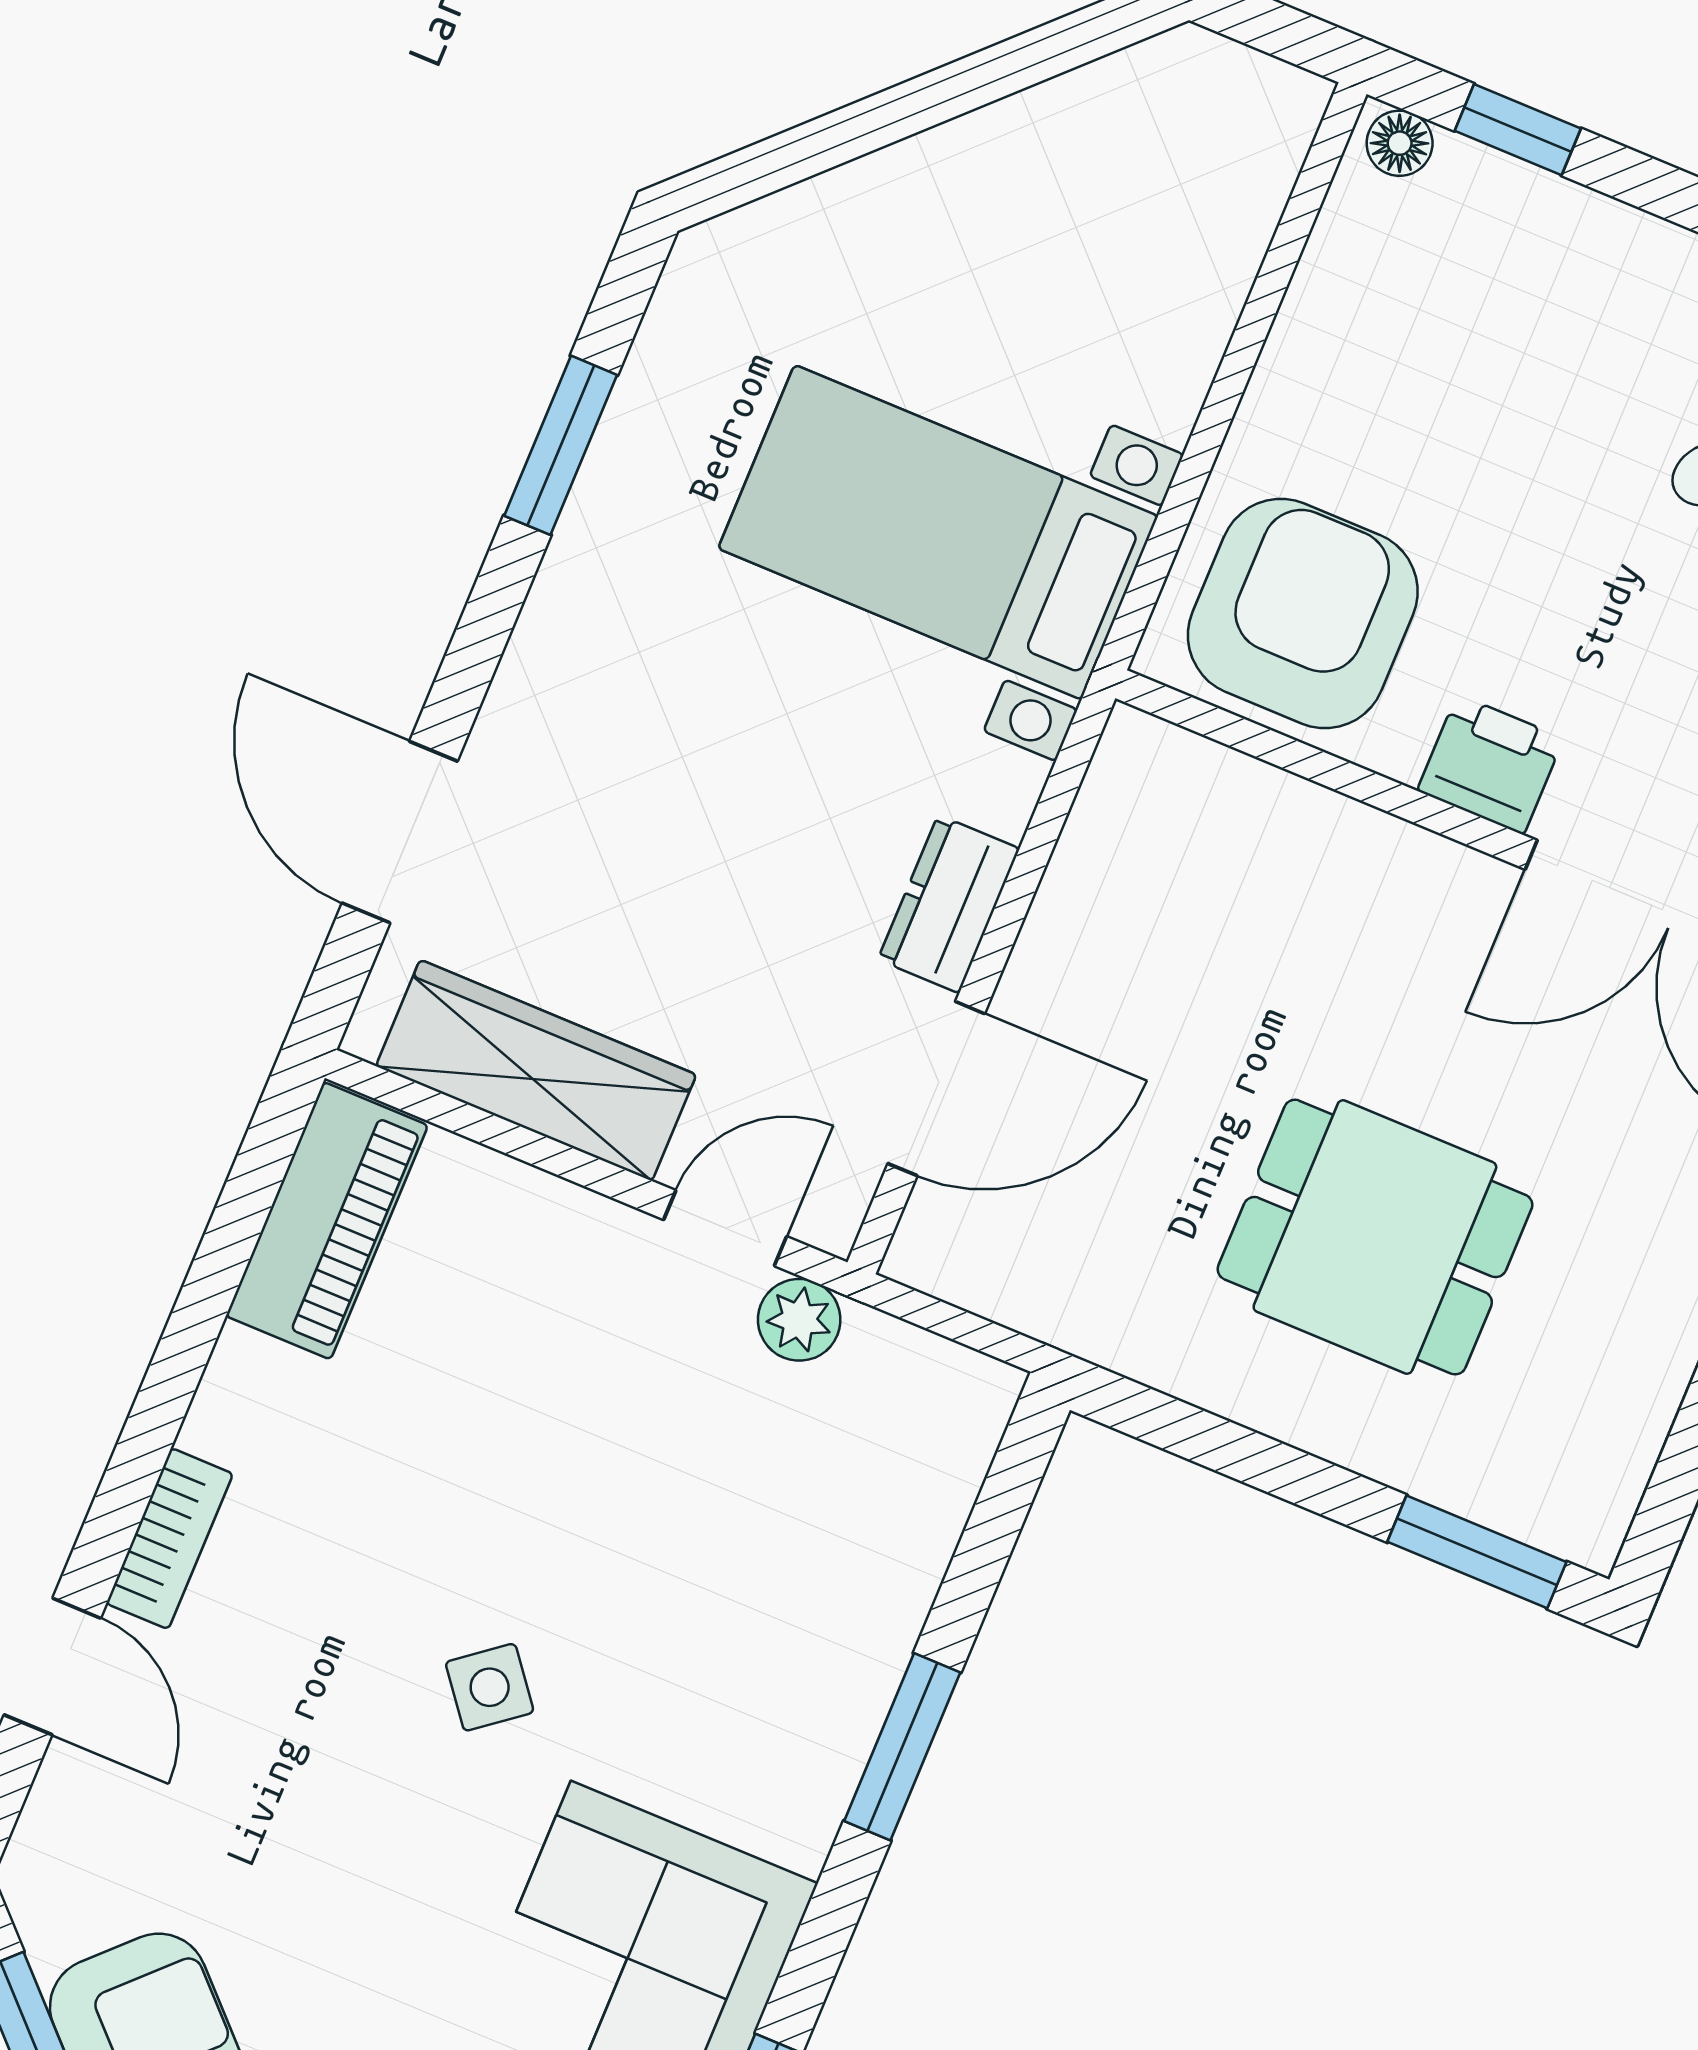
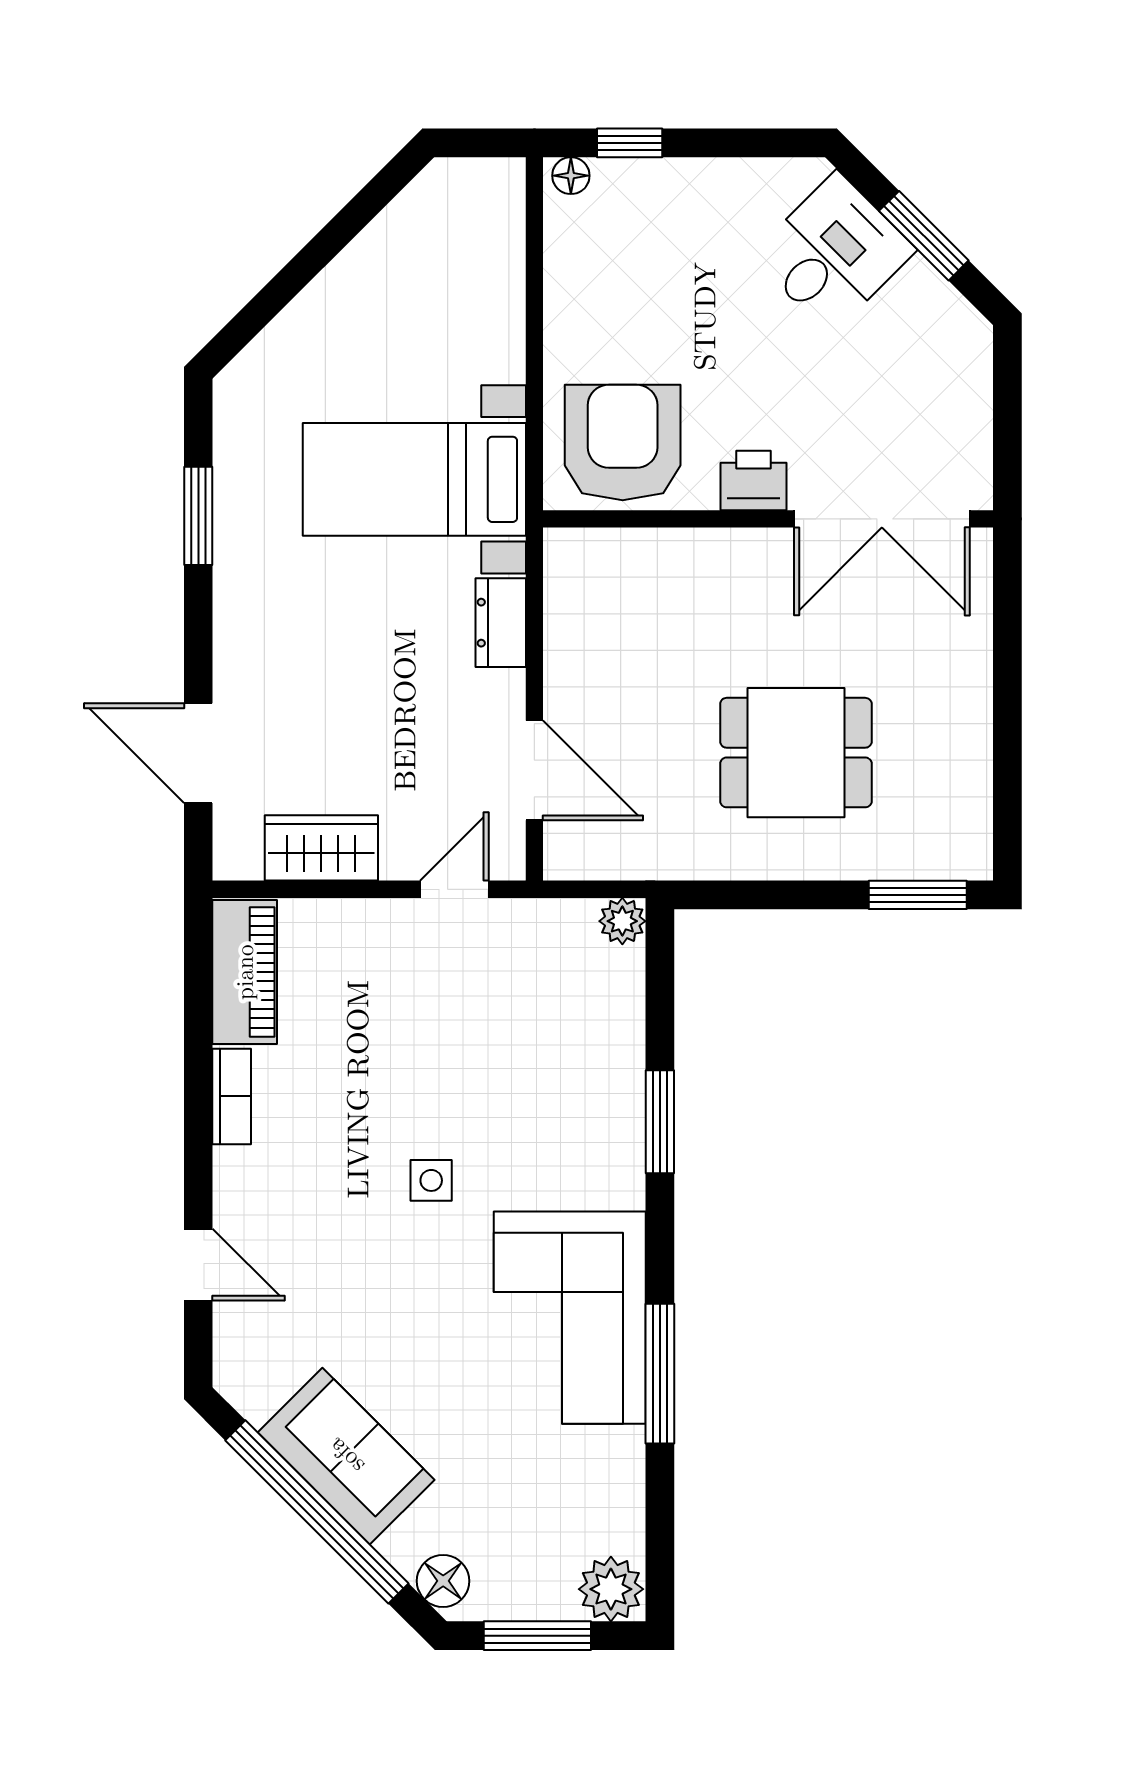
dresser: (949, 904) -> (501, 623), moved
wardrobe: (536, 1070) -> (321, 848), width x0.67
door: (936, 1089) -> (534, 770), hinge flipped
plant: (799, 1320) -> (622, 921), moved
bookcase: (170, 1539) -> (232, 1096), moved
side table: (490, 1687) -> (431, 1180), turned 38

